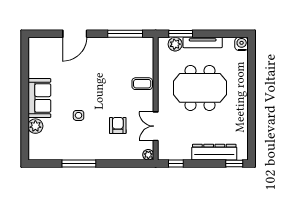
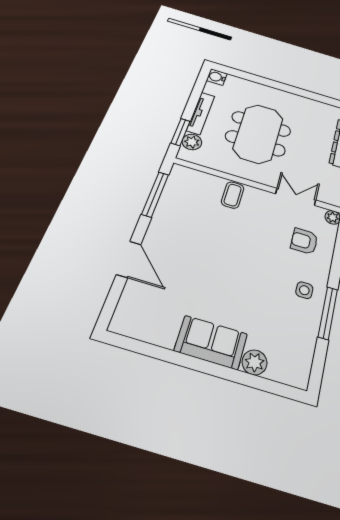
side table: (79, 115) -> (304, 290), moved
armchair: (118, 125) -> (304, 241), moved
double door: (156, 126) -> (296, 197), swing flipped

